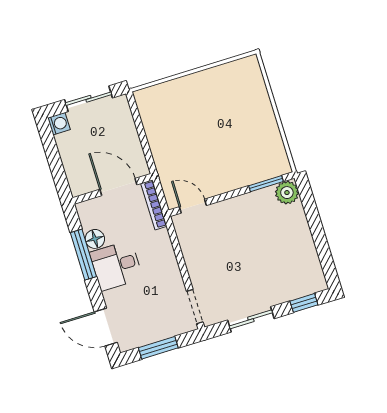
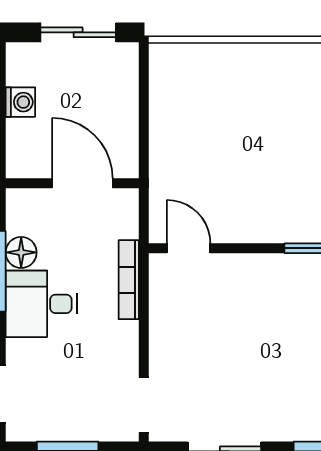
washing machine: (59, 124) -> (20, 102), moved
bookcase: (154, 205) -> (129, 280), moved

